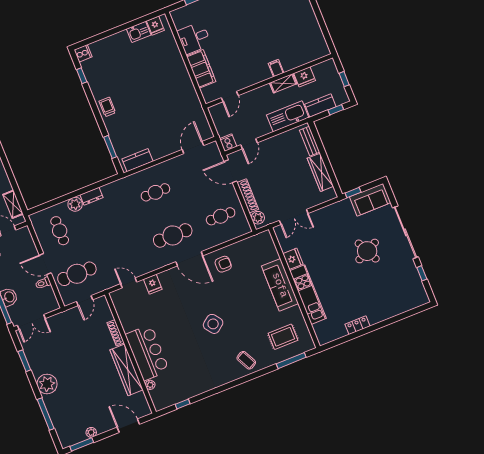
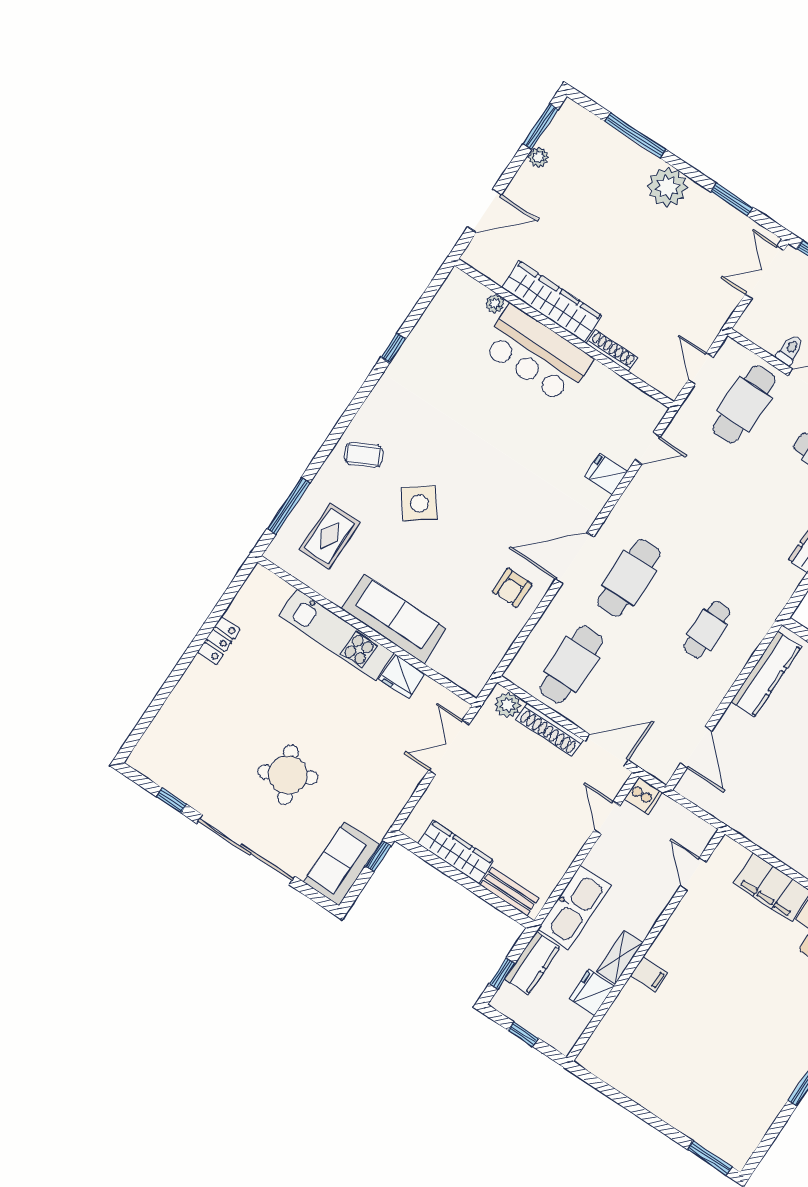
kitchen counter: (137, 160) -> (766, 674), width x1.50
cafe table: (221, 216) -> (571, 665), width x1.37, depth x1.35
side table: (213, 324) -> (419, 503), moved
window: (183, 404) -> (393, 348), moved

